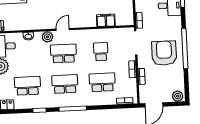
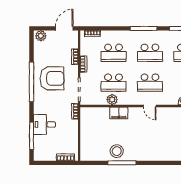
filing cabinet: (106, 20) -> (119, 113), moved
door: (63, 29) -> (150, 106), hinge flipped
plant: (47, 37) -> (112, 100), moved
school desk: (101, 52) -> (114, 83), width x1.85
armchair: (164, 53) -> (52, 78), turned -90

